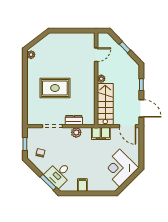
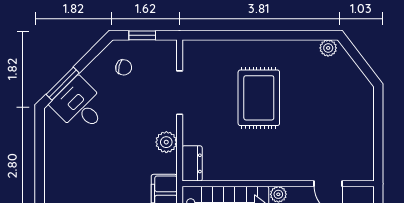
dresser: (74, 120) -> (192, 163), moved
filing cabinet: (82, 185) -> (57, 155), removed

